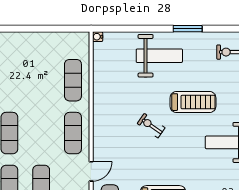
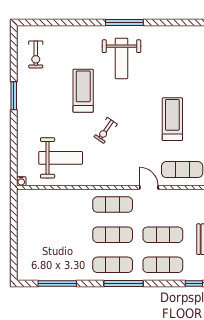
weight bench: (159, 56) -> (61, 158), moved, turned 90
exercise mat: (73, 80) -> (113, 235), moved

